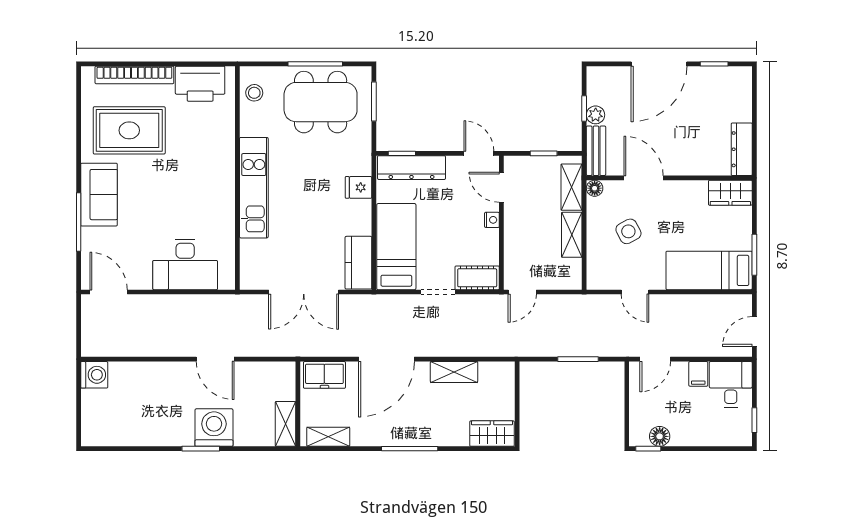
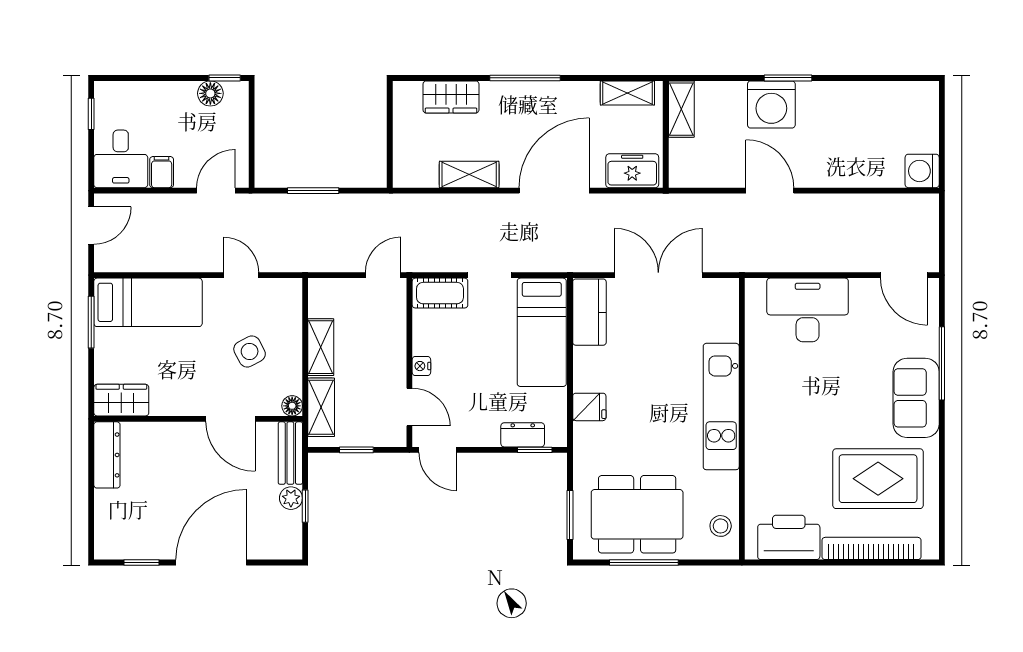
dresser: (411, 168) -> (523, 435), width x0.51, depth x0.80
wardrobe: (492, 434) -> (451, 97), moved

